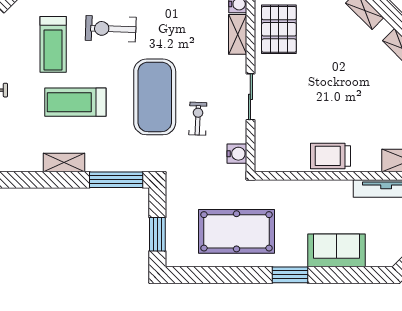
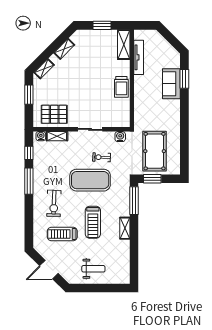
treadmill: (53, 44) -> (62, 234), turned 180
pool table: (237, 231) -> (155, 151), moved
window: (157, 234) -> (152, 179), moved
window: (290, 275) -> (184, 79), moved

